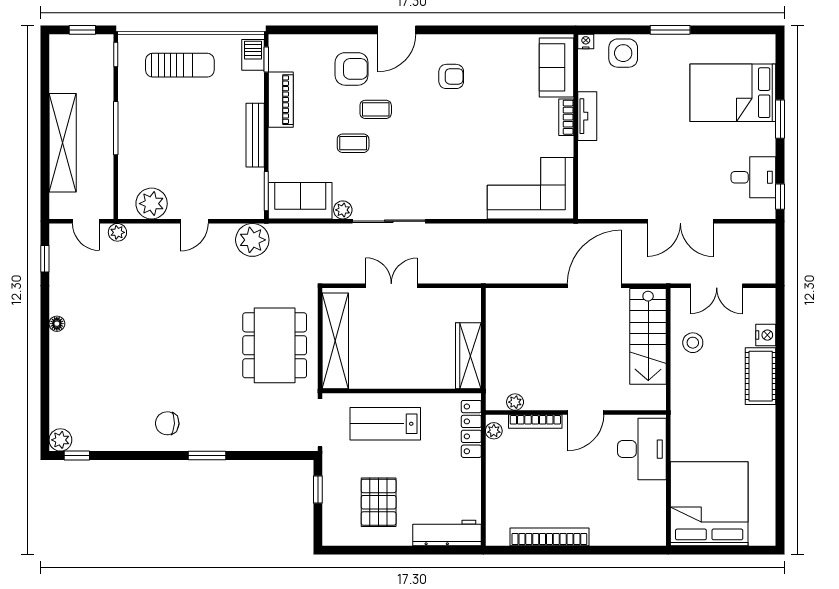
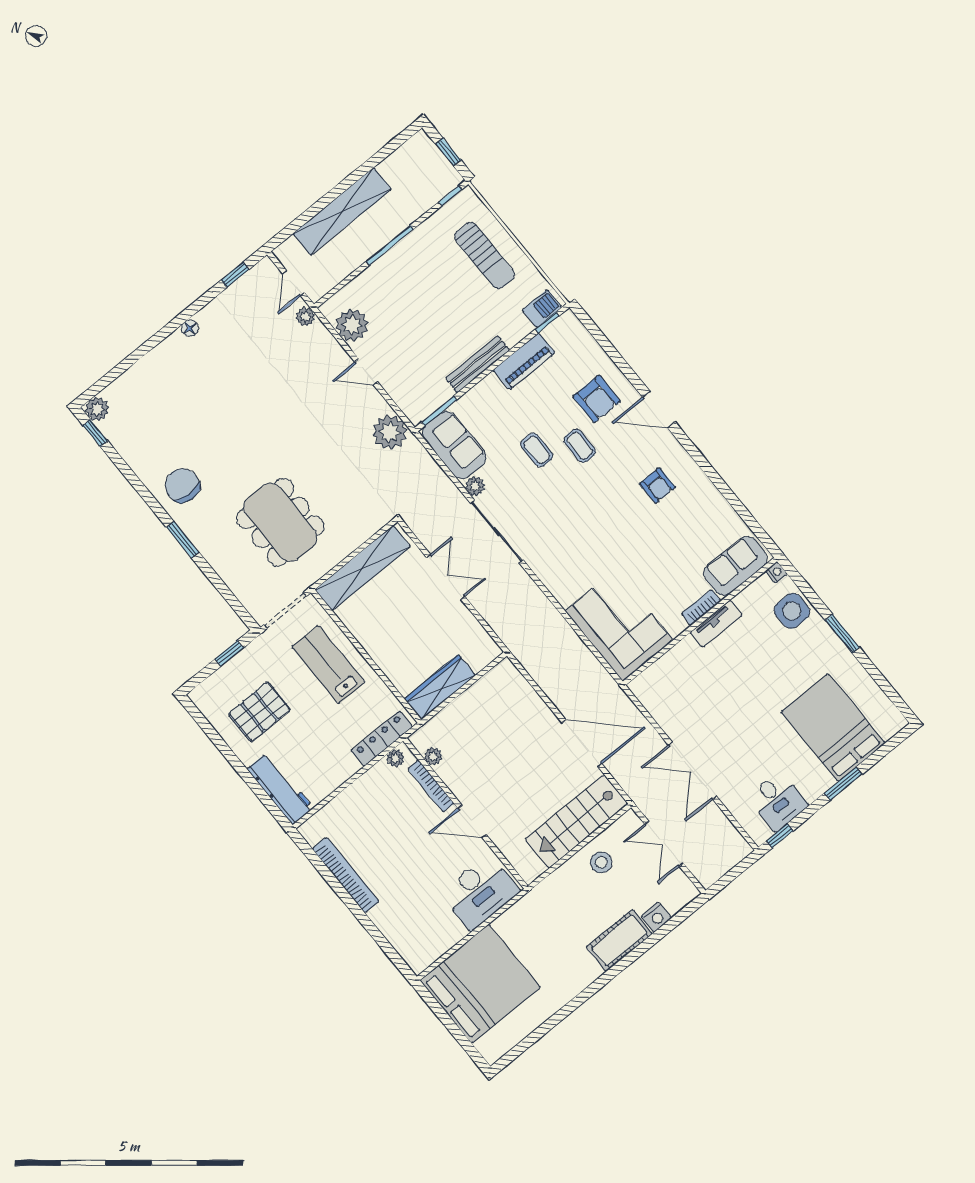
dining table: (275, 345) -> (280, 522), moved, turned 90
chair: (167, 423) -> (182, 485), width x1.37, depth x1.37

